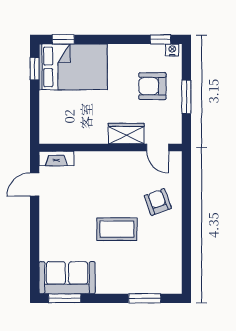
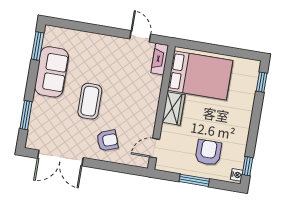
bed: (73, 67) -> (200, 75), moved, turned -90
window: (35, 69) -> (240, 53), removed
wardrobe: (126, 134) -> (174, 108), moved
double door: (186, 252) -> (60, 158), added
sofa: (67, 278) -> (52, 72), moved

